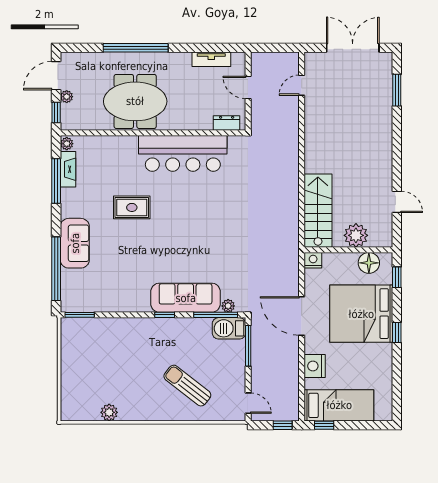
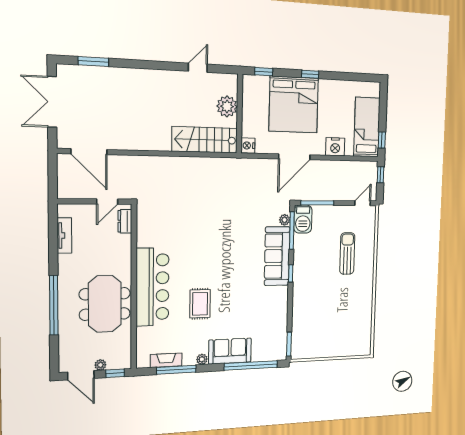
door: (302, 85) -> (89, 152), width x1.88
door: (248, 87) -> (107, 202), moved
plant: (67, 144) -> (202, 359), moved
bar counter: (183, 153) -> (152, 287), moved
floor lamp: (369, 263) -> (251, 96), removed
sun lounger: (187, 386) -> (347, 254), turned 142
plant: (109, 412) -> (366, 317), removed

